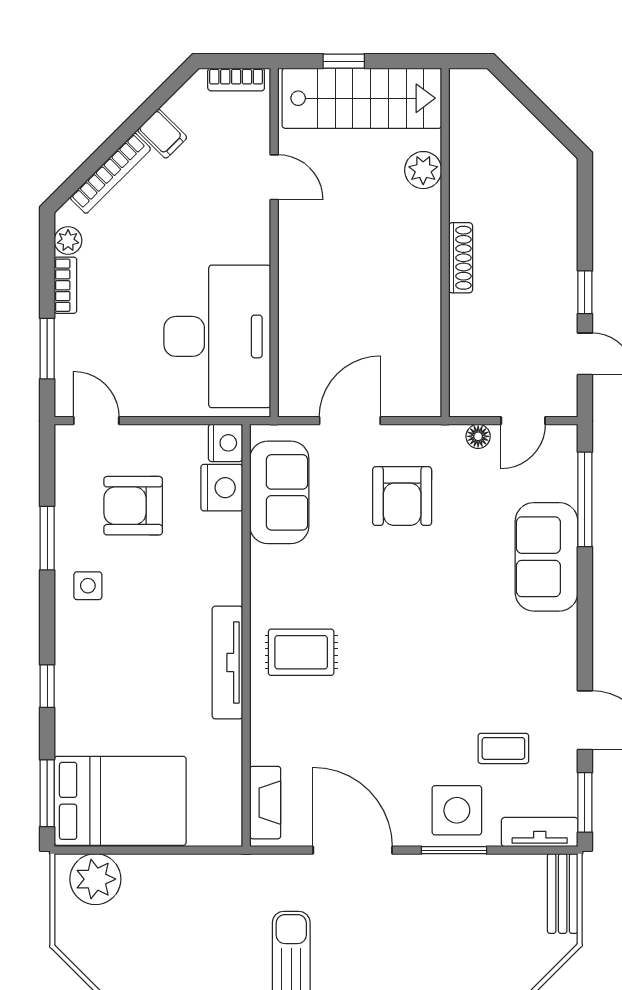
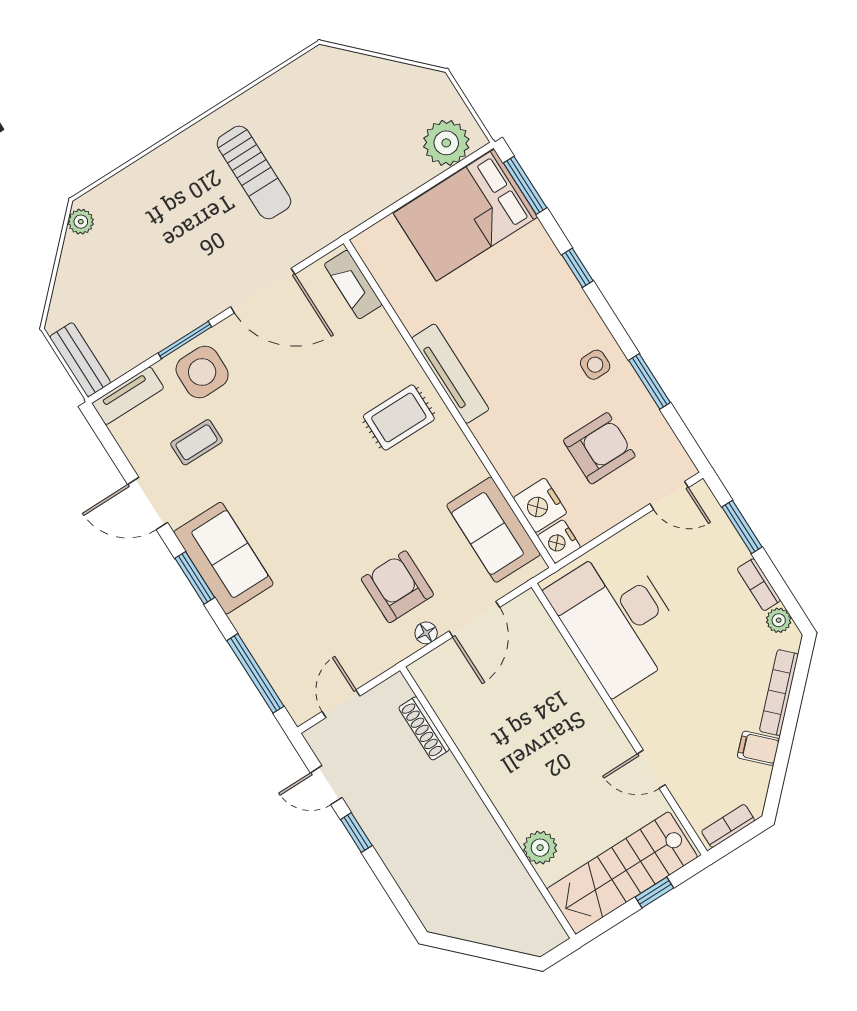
shoe rack: (461, 258) -> (424, 728), moved
floor lamp: (478, 436) -> (426, 633), moved
sofa: (547, 557) -> (223, 558), moved
window: (585, 802) -> (195, 578), moved

